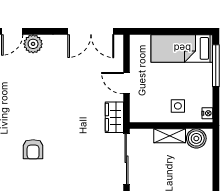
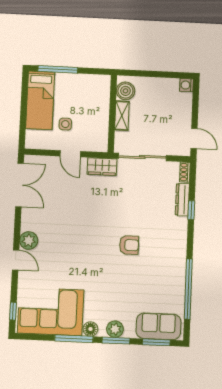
door: (126, 83) -> (70, 154), hinge flipped
side table: (178, 106) -> (65, 124), moved
nightstand: (207, 113) -> (102, 79), removed

